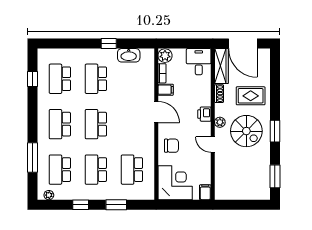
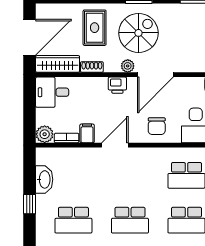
door: (213, 145) -> (155, 75), width x1.88
chair: (171, 146) -> (157, 126), turned 180

